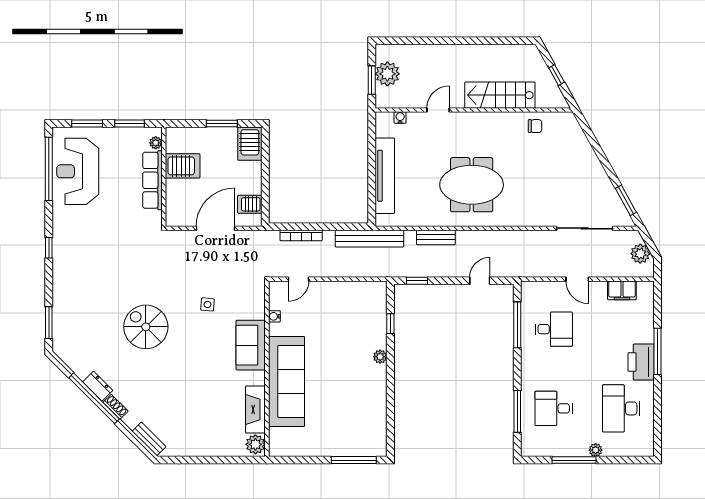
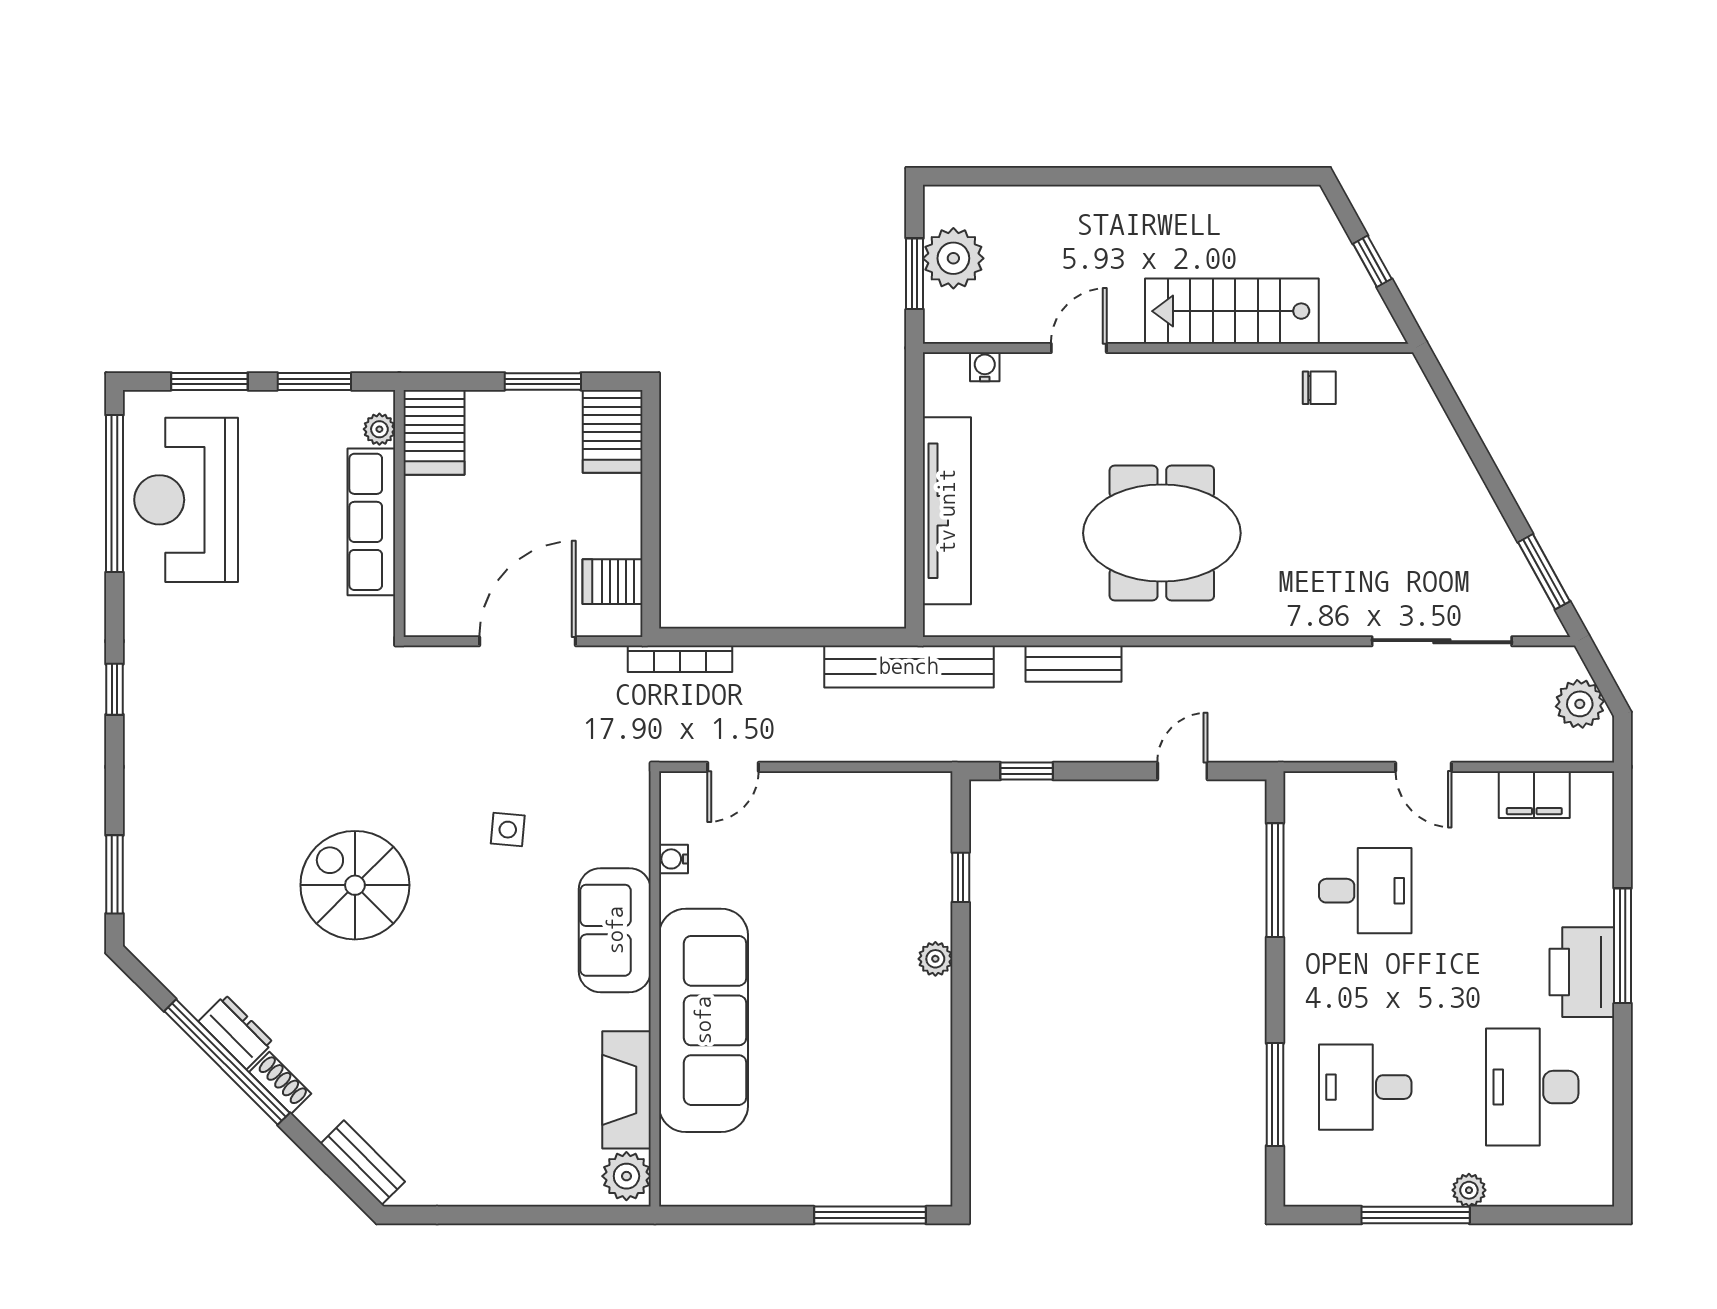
server rack: (183, 166) -> (434, 432), moved, turned 90
bookcase: (301, 235) -> (680, 659), moved

